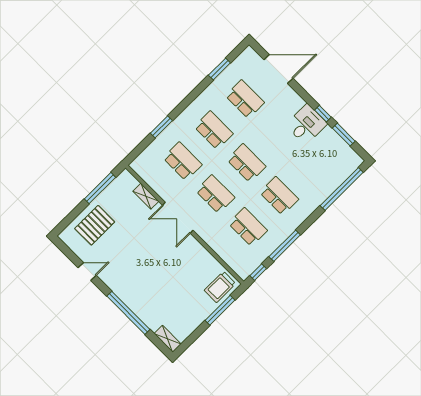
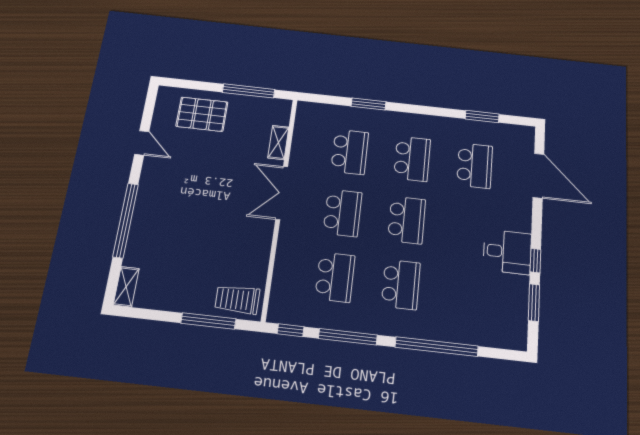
window: (342, 189) -> (437, 347), moved

